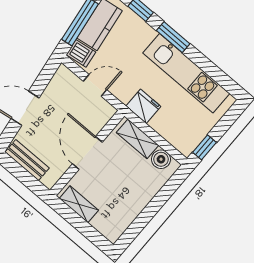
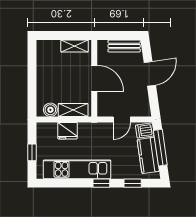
window: (173, 37) -> (101, 183), width x0.67
fridge: (143, 106) -> (67, 131), moved
window: (204, 147) -> (32, 152), moved

